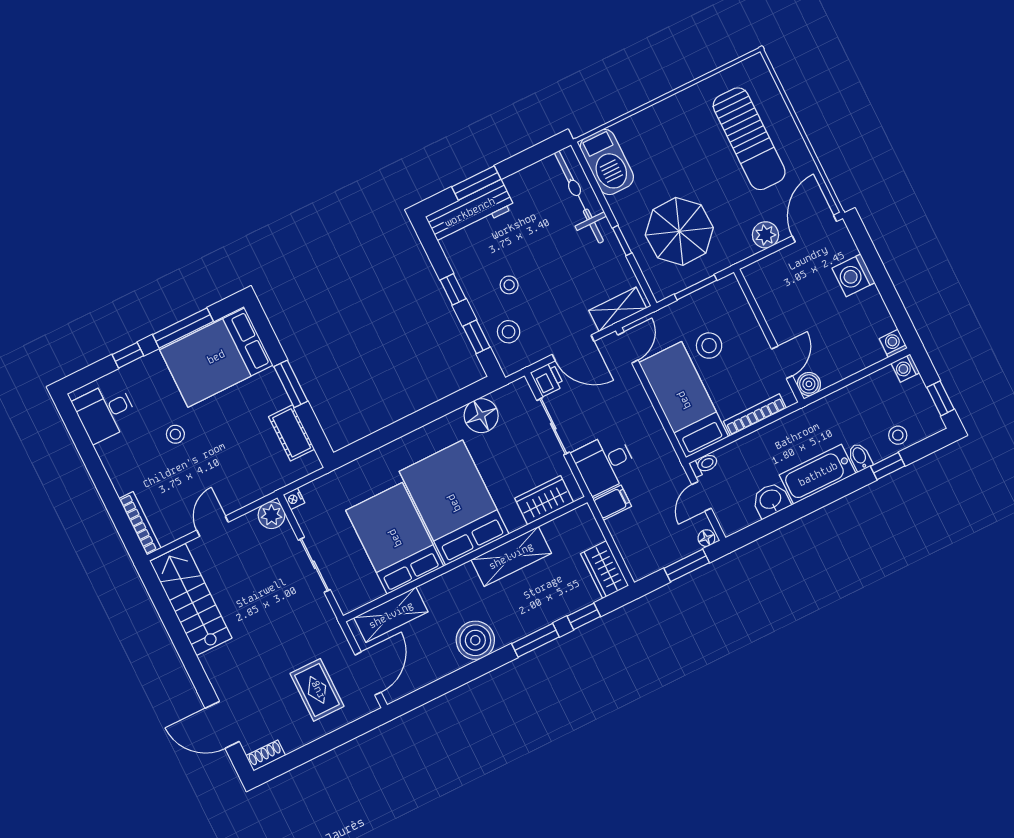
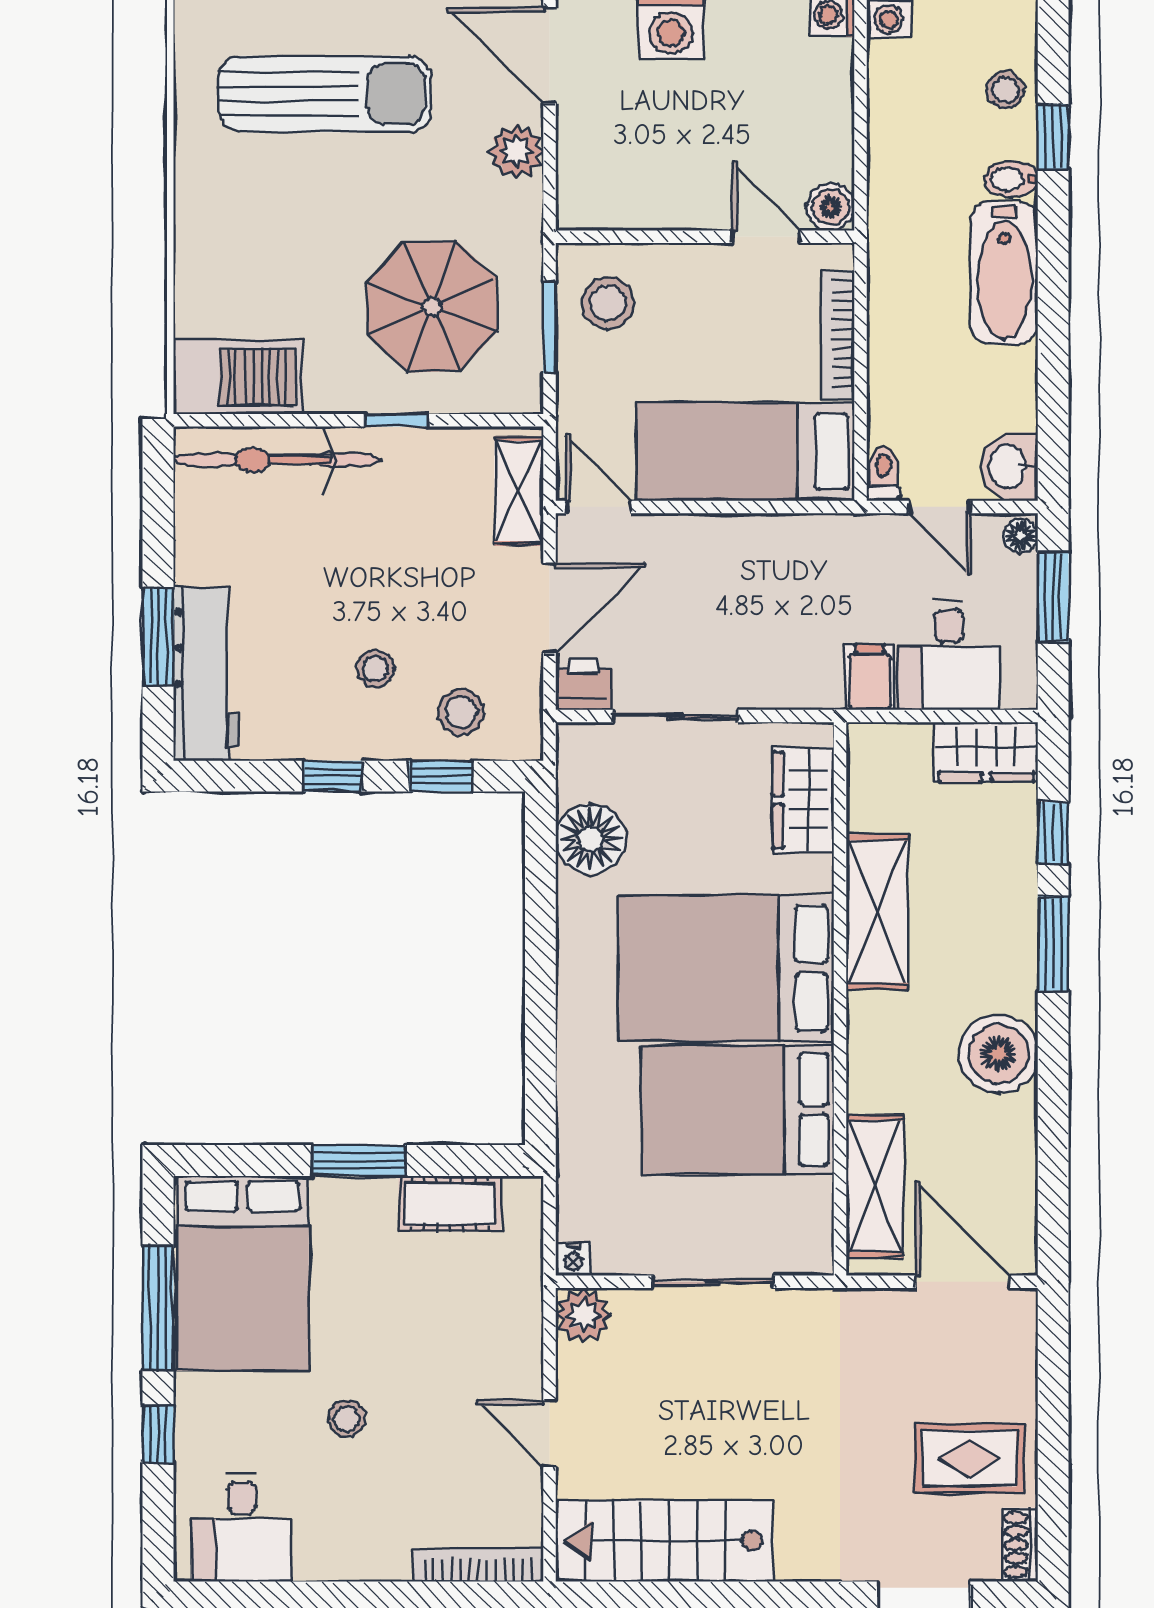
stool: (709, 346) -> (608, 303), moved
desk: (605, 463) -> (949, 655), moved
washbasin: (771, 500) -> (1009, 467), moved
rug: (317, 690) -> (969, 1458), moved

